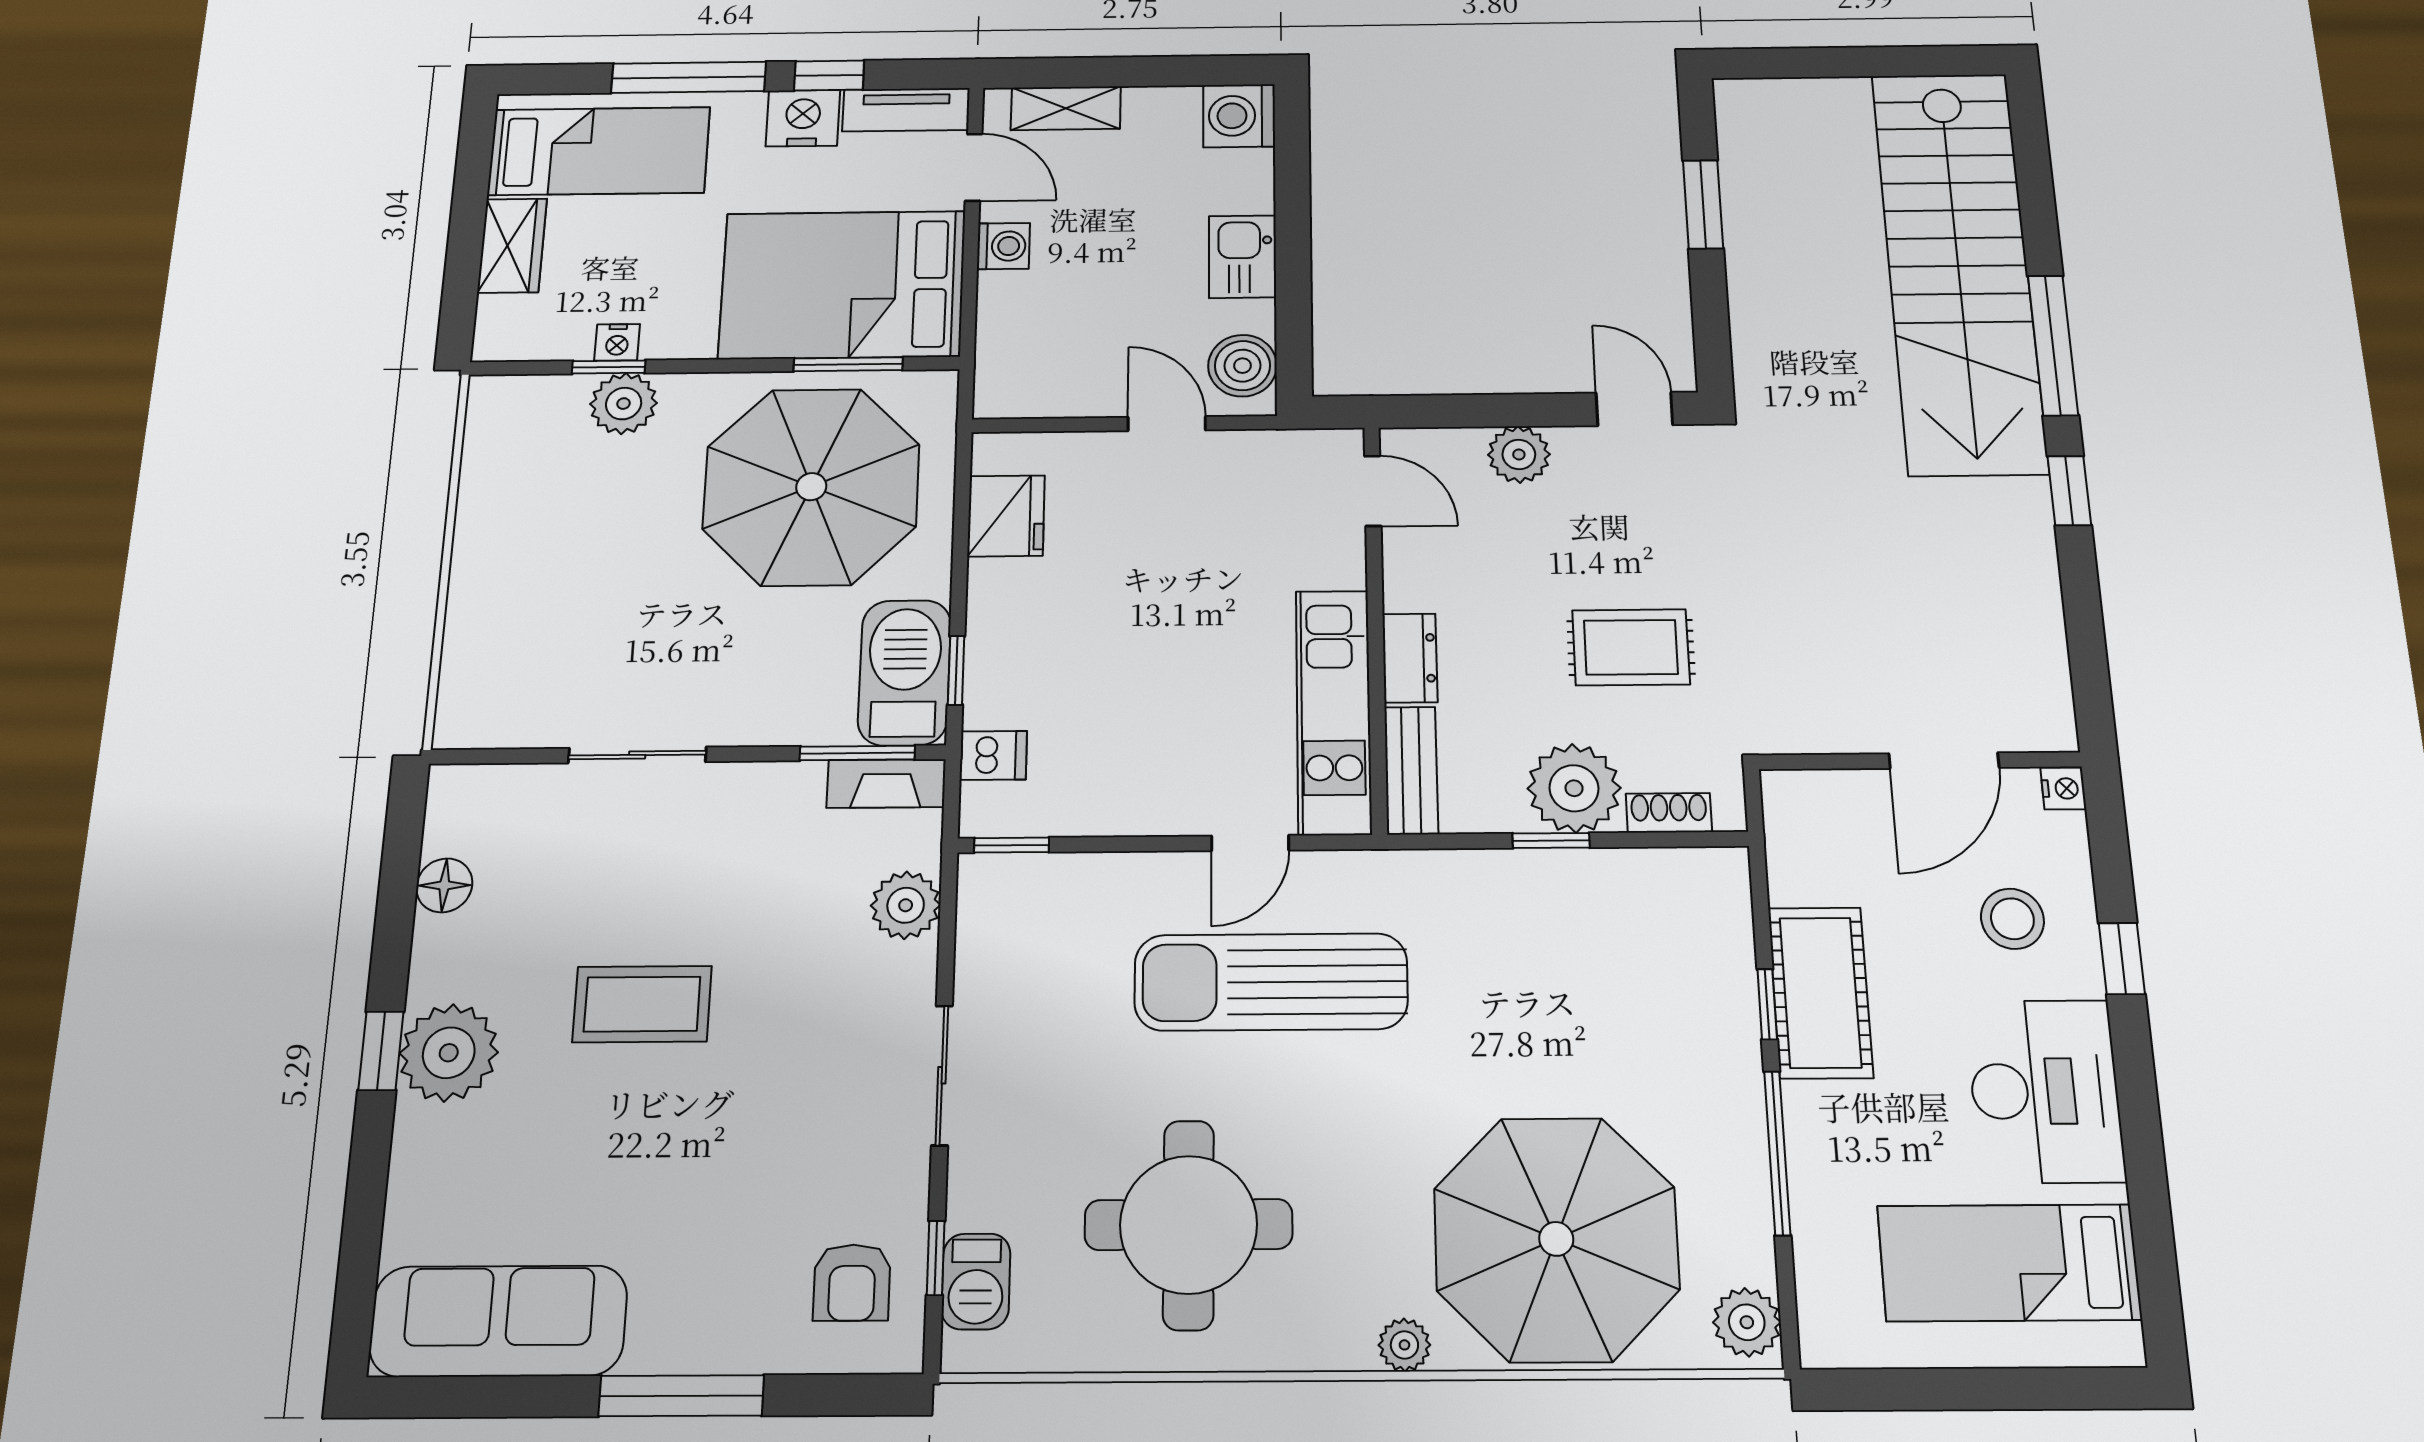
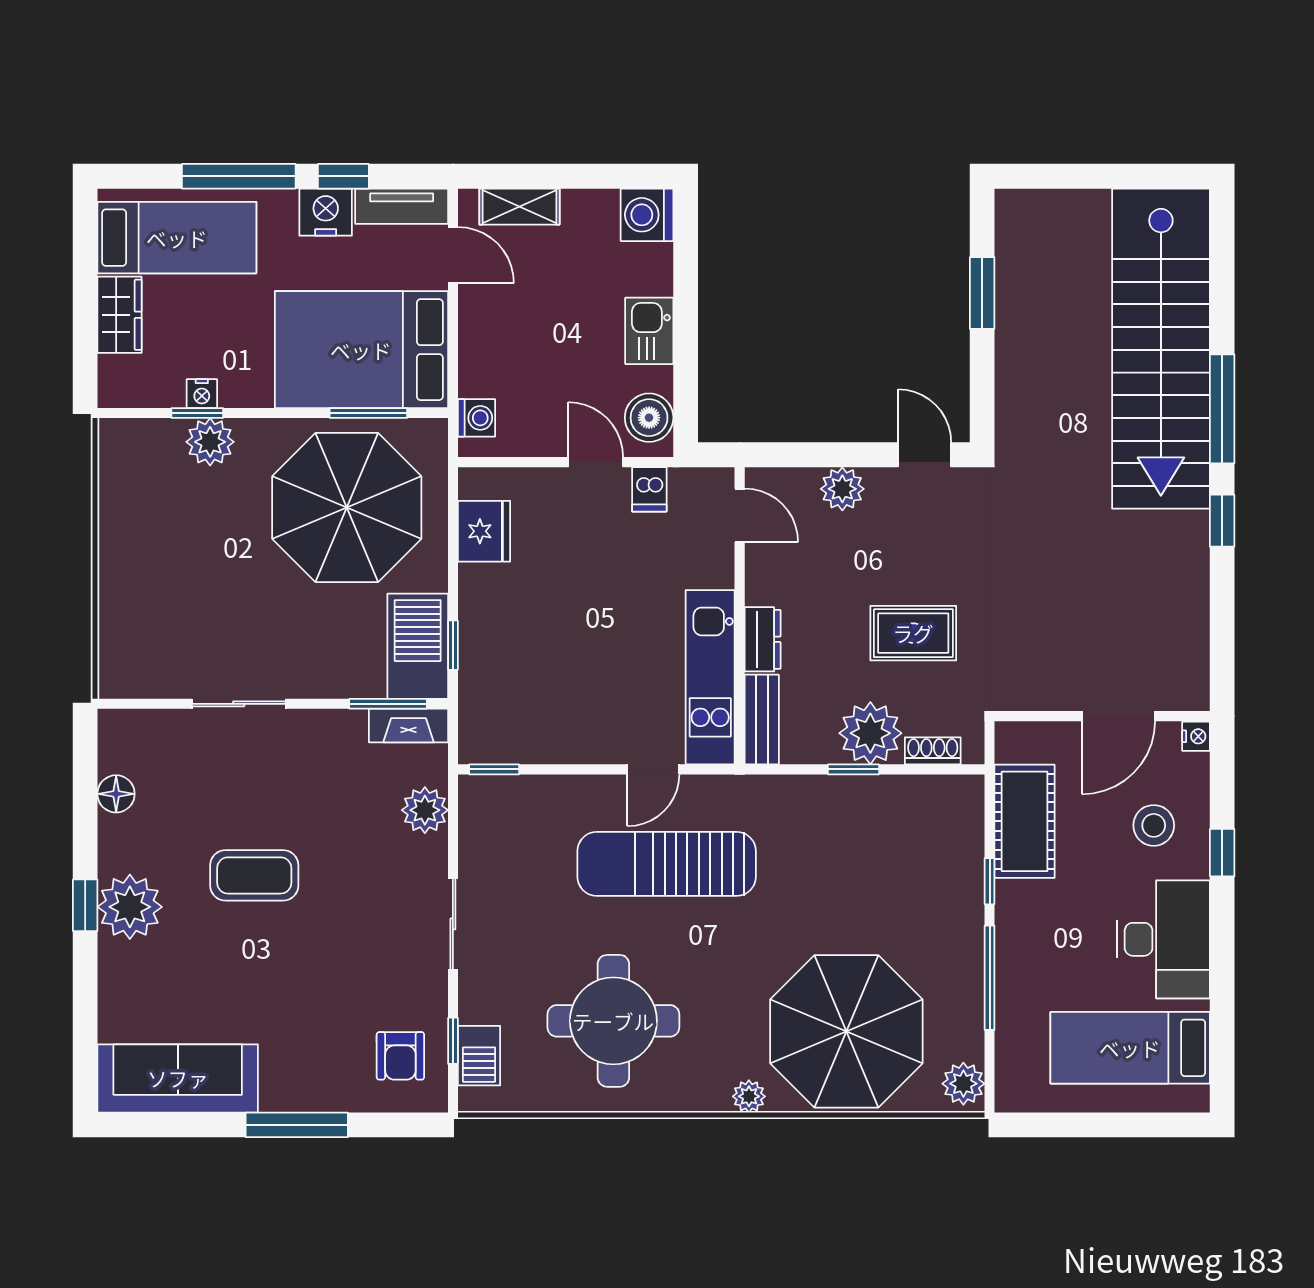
washing machine: (1003, 246) -> (477, 418), moved
dishwasher: (993, 755) -> (649, 489), moved, turned 90
cot: (1820, 992) -> (1025, 821), moved

